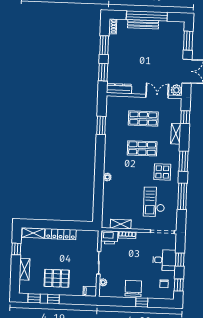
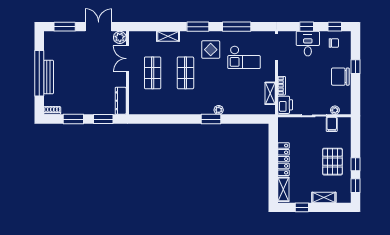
window: (185, 117) -> (149, 27), removed
window: (101, 125) -> (211, 119), moved
filing cabinet: (90, 291) -> (332, 124), moved

